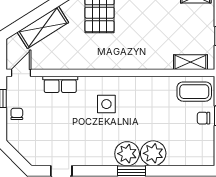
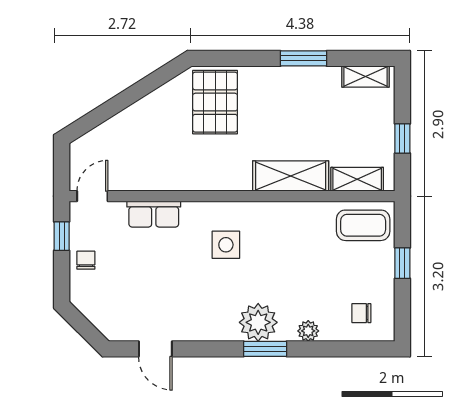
shelving: (43, 27) -> (291, 176), moved, turned 32
chair: (203, 118) -> (361, 313), moved
plant: (153, 153) -> (308, 331), width x0.53, depth x0.53

